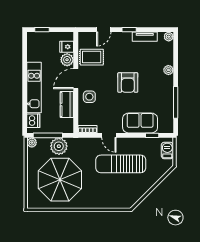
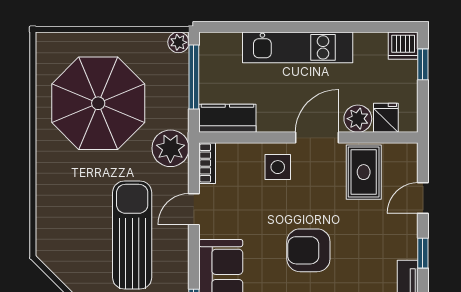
door: (104, 30) -> (423, 198), hinge flipped
door: (76, 79) -> (317, 137), hinge flipped
kitchen counter: (67, 105) -> (227, 118), moved
dishwasher: (33, 121) -> (403, 46), moved
plant: (59, 146) -> (170, 148), moved

